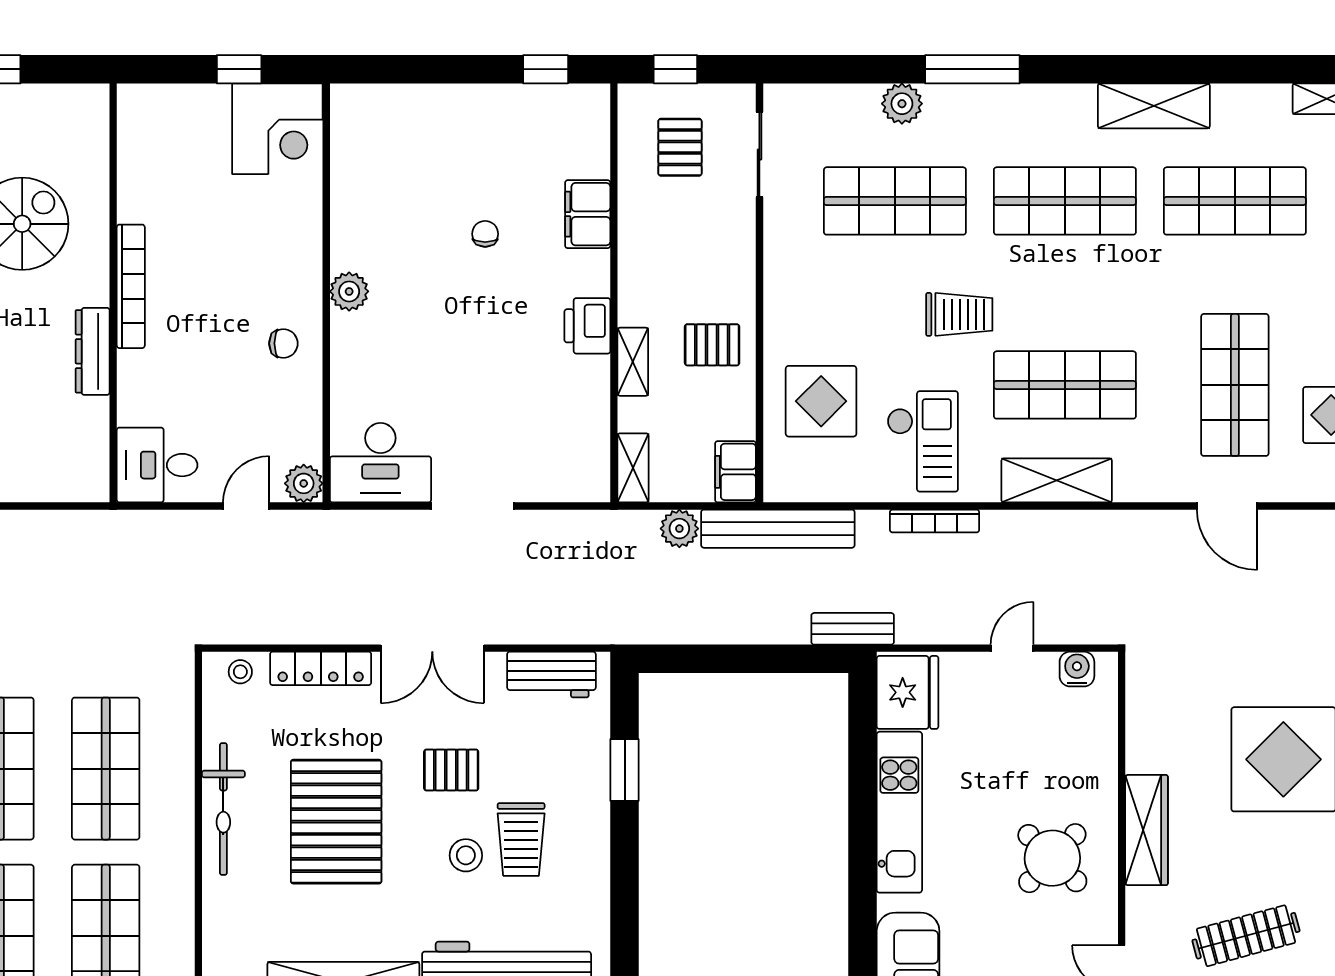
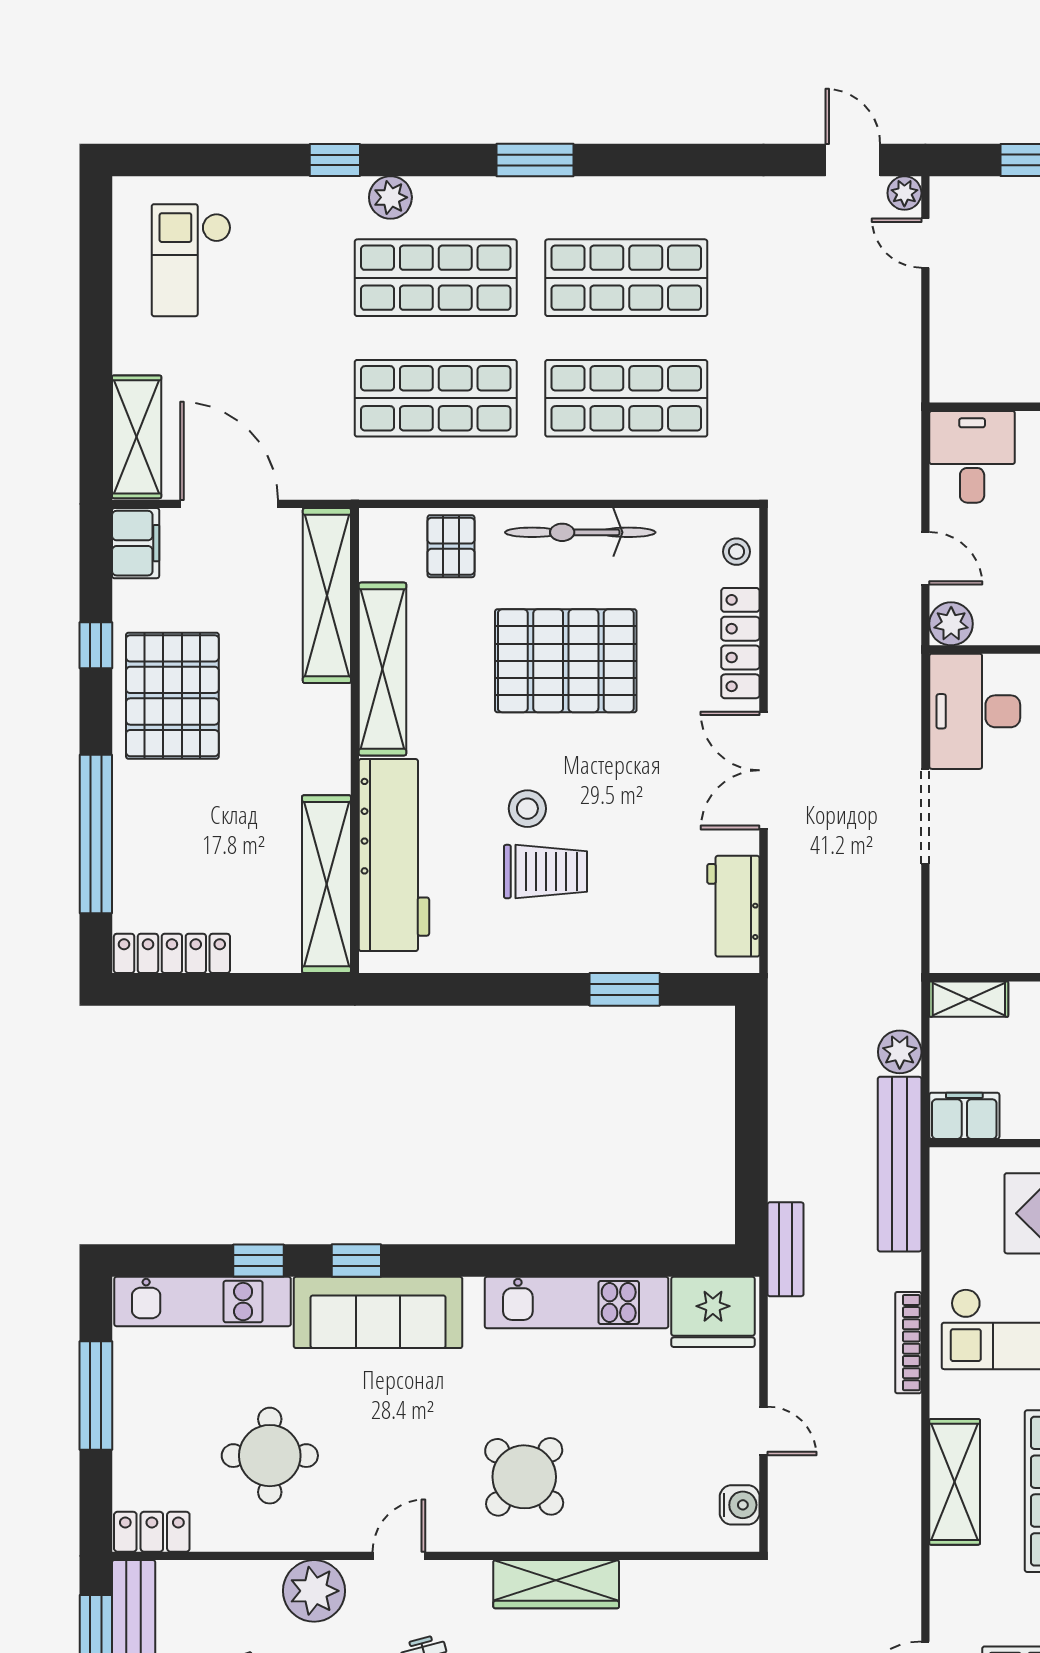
pallet: (451, 770) -> (451, 546), moved
trolley: (521, 839) -> (545, 872), turned 180

